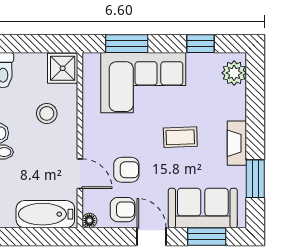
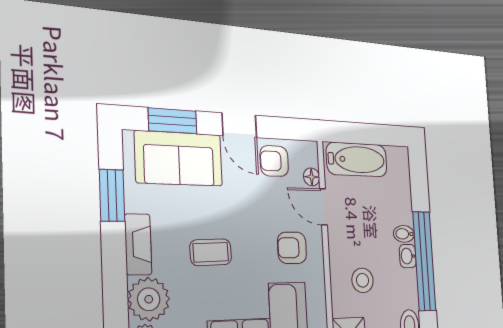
plant: (230, 103) -> (149, 299), added
armchair: (126, 170) -> (292, 248), moved
floor lamp: (89, 221) -> (312, 177), moved

